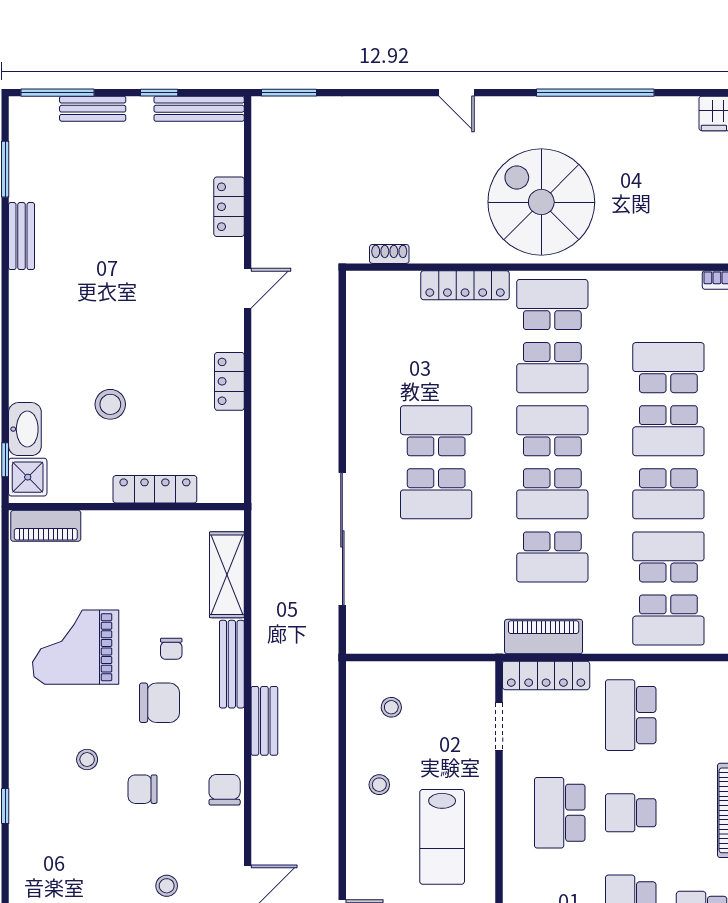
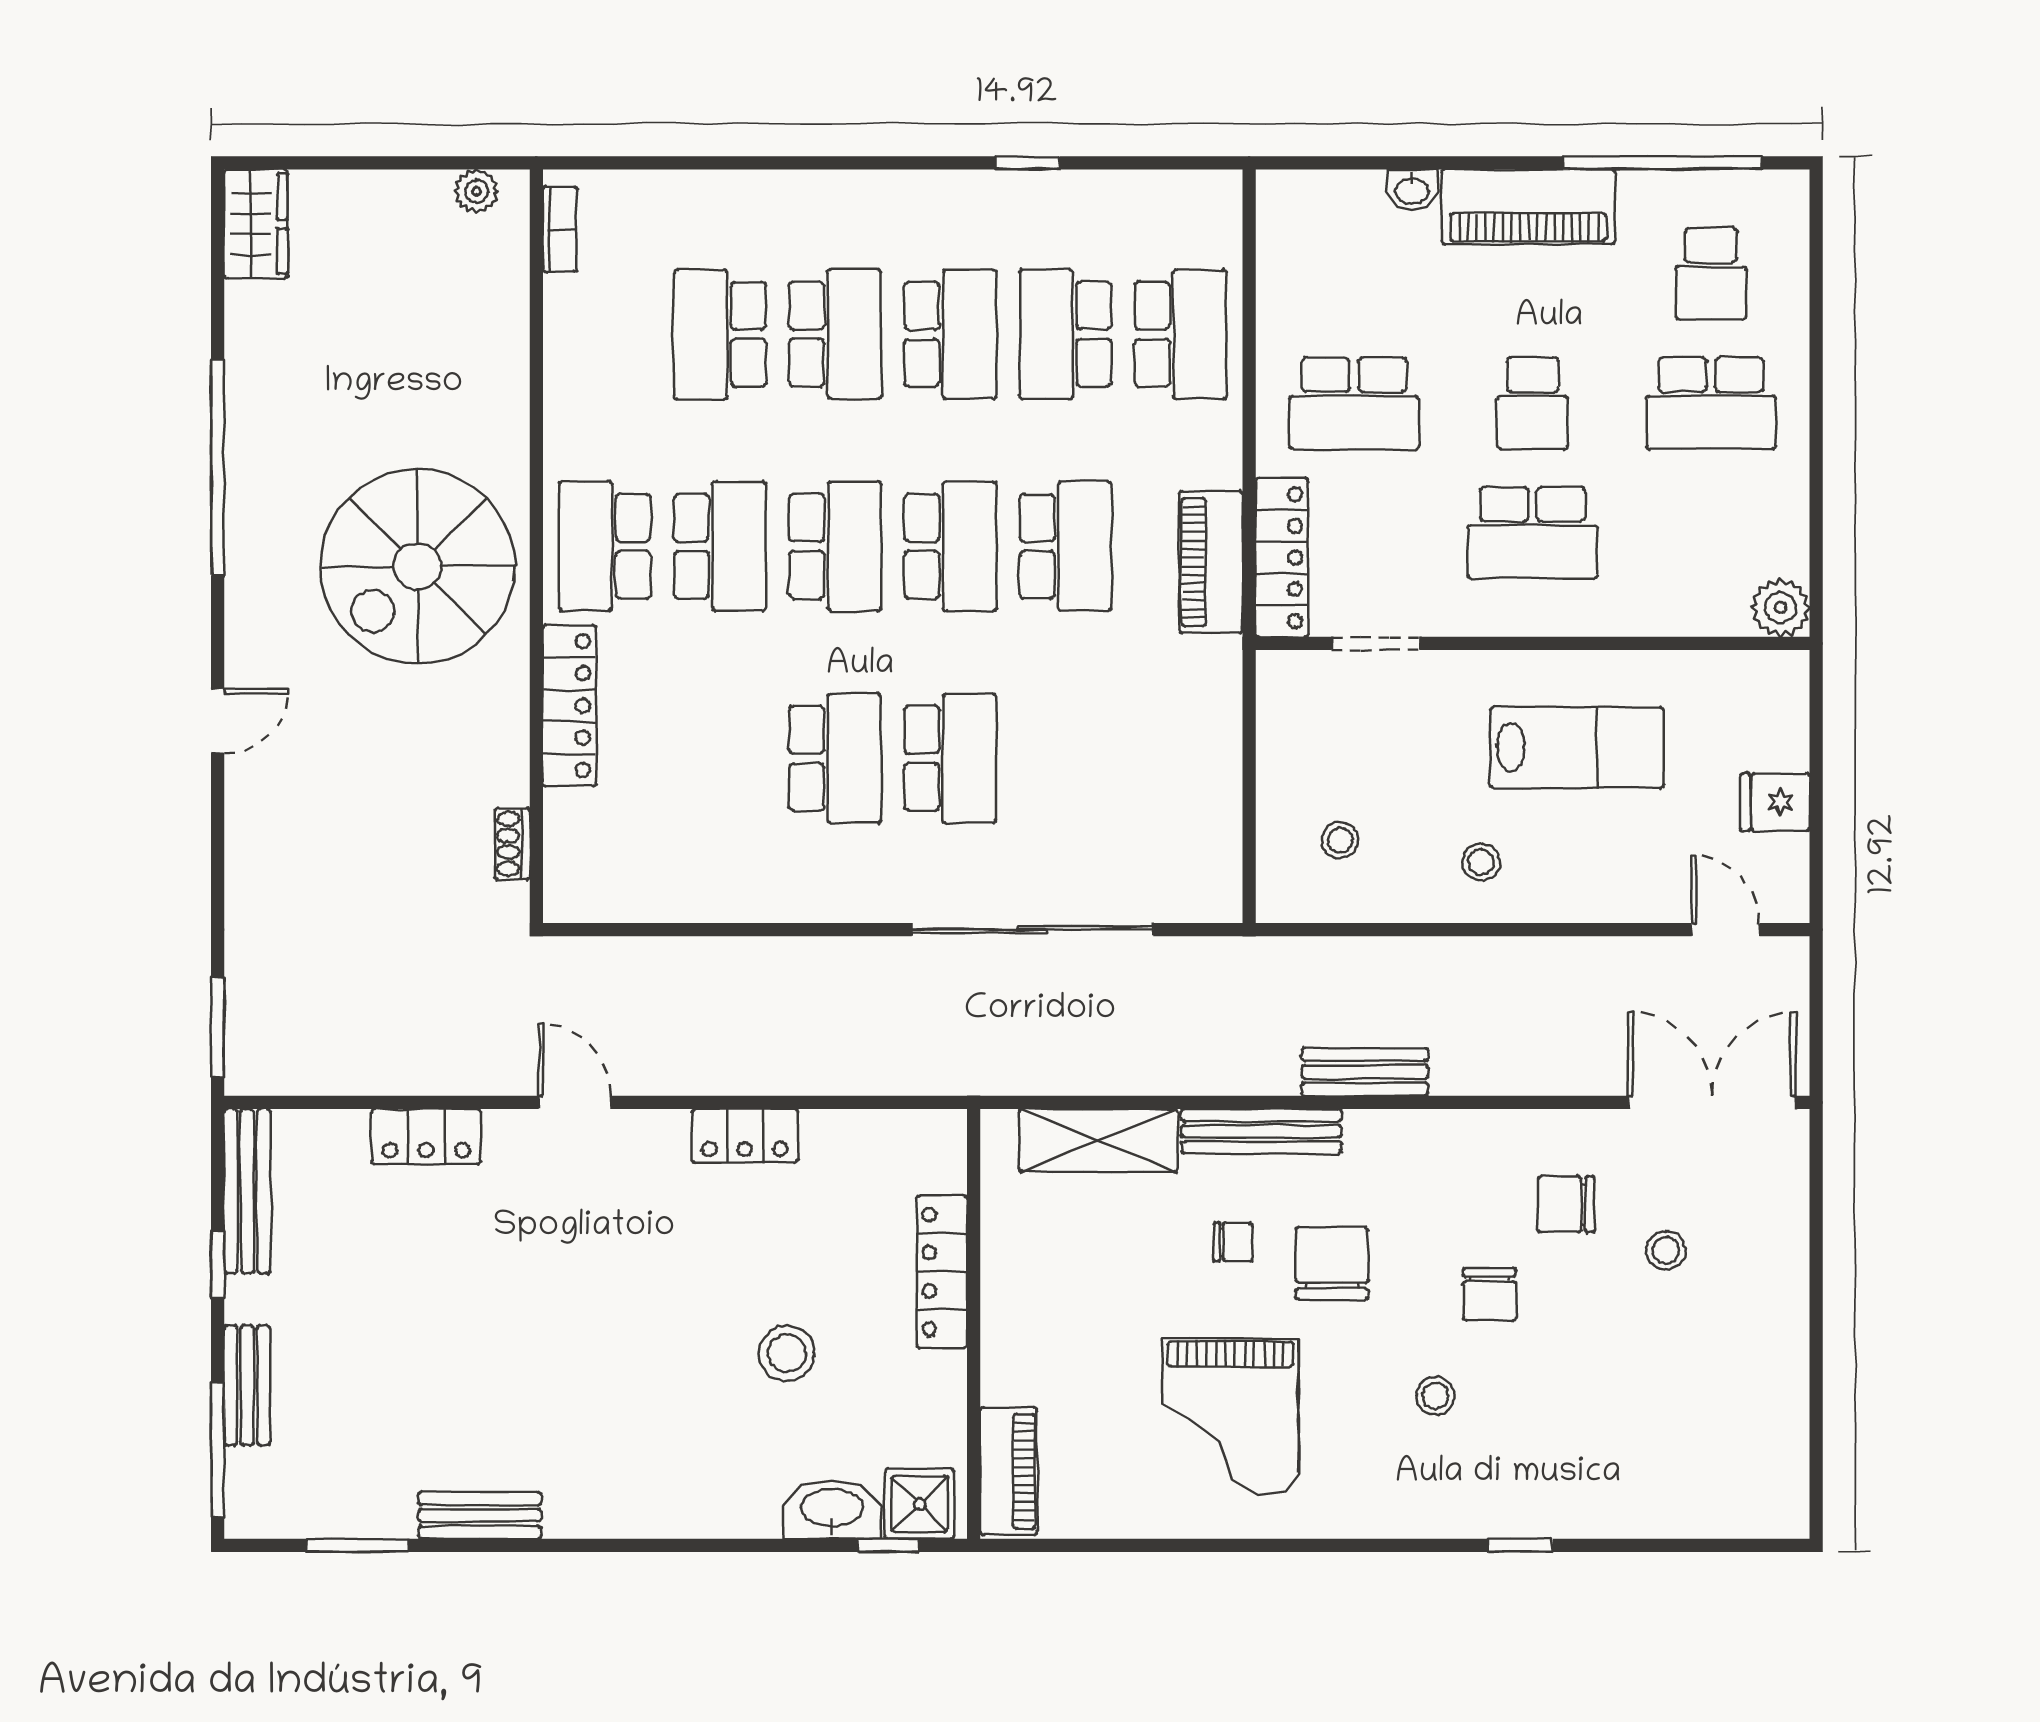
school desk: (436, 431) -> (835, 758), turned 180
school desk: (552, 431) -> (835, 546), turned 180
chair: (225, 790) -> (1566, 1204), moved

